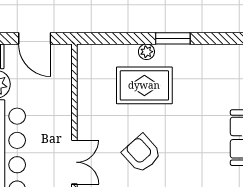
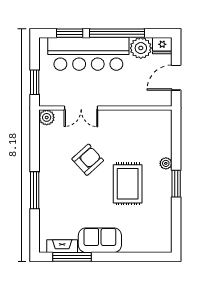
rug: (144, 85) -> (128, 184), moved

